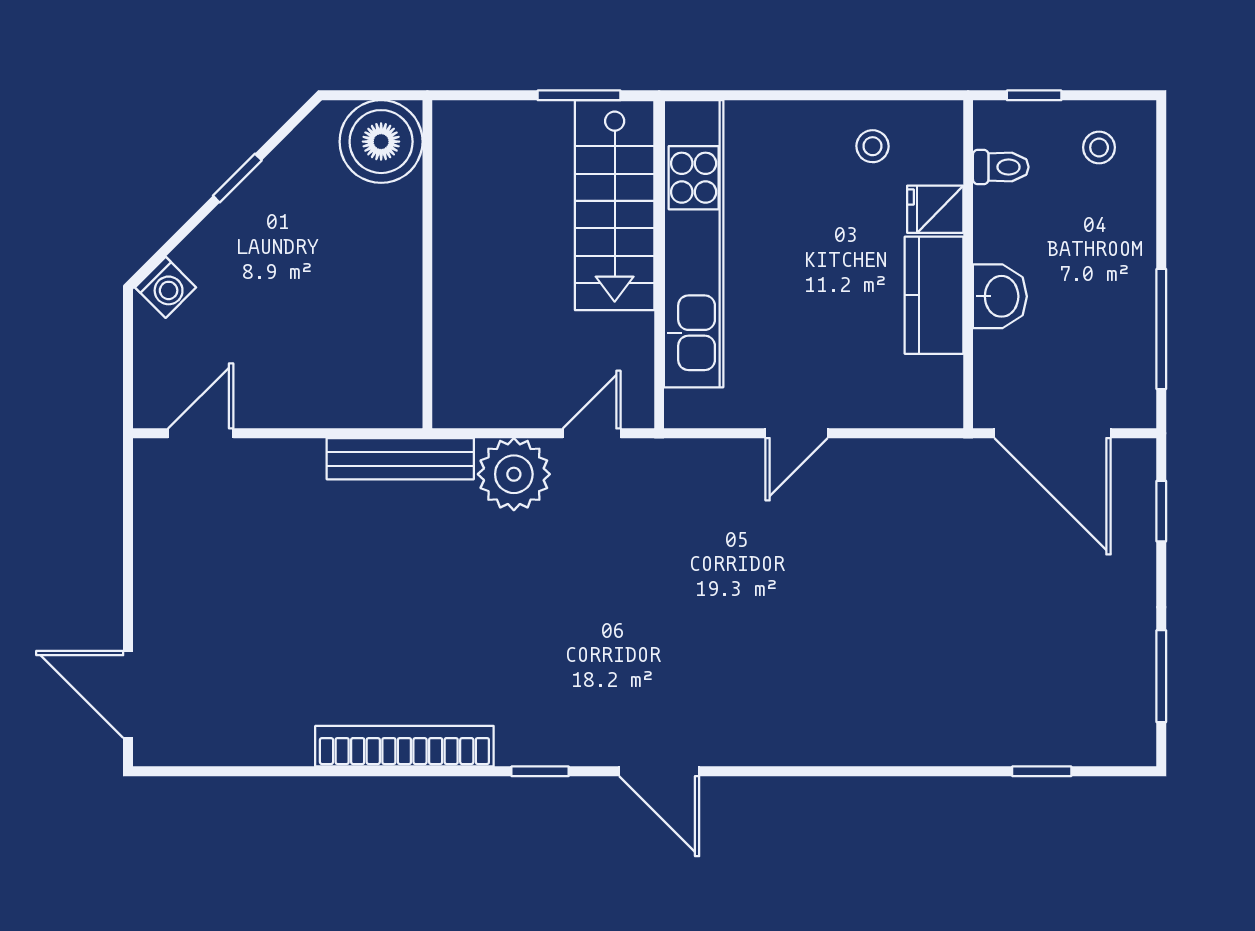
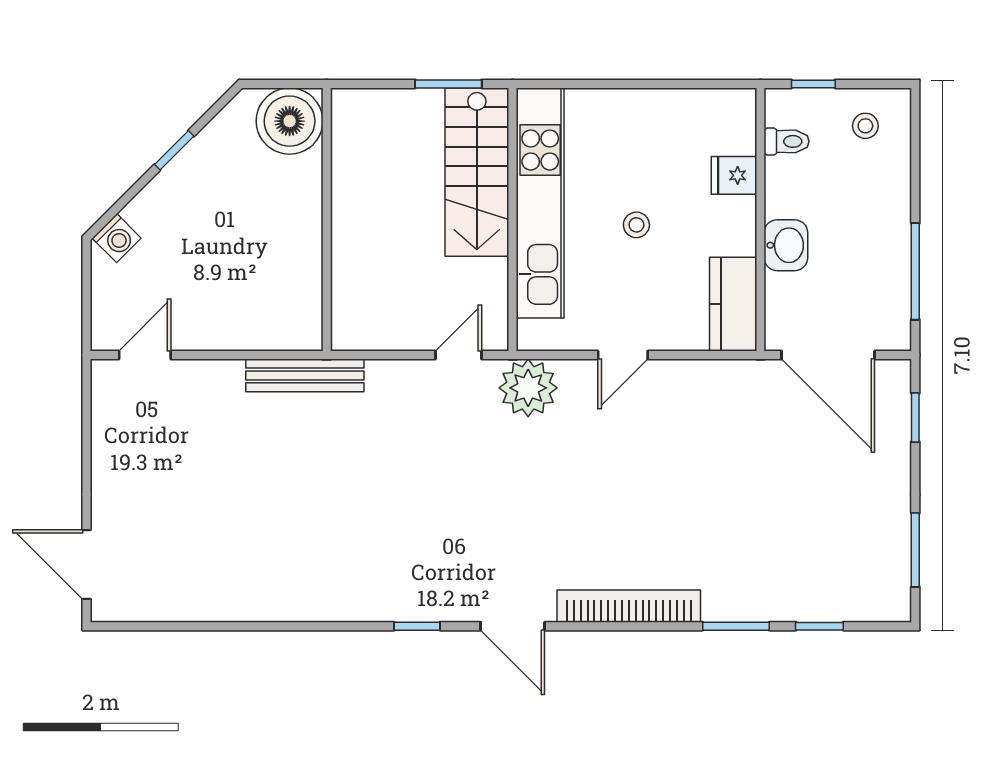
stool: (872, 146) -> (636, 225), moved
kitchen counter: (934, 295) -> (733, 304), moved
plant: (514, 474) -> (528, 388), moved
bookcase: (404, 746) -> (629, 606), moved
window: (938, 771) -> (736, 626), added

